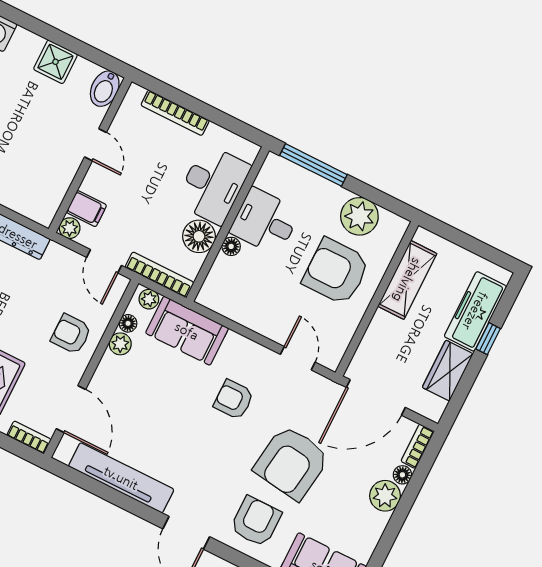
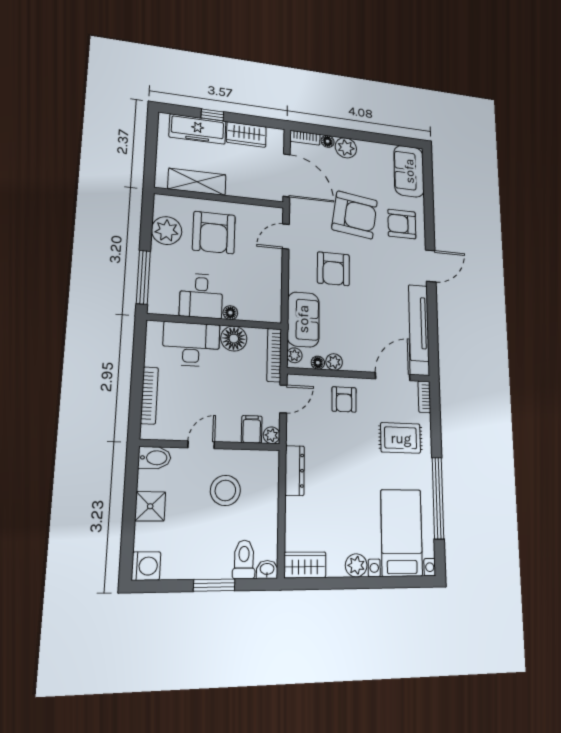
stool: (34, 148) -> (225, 490), added
armchair: (234, 400) -> (333, 269), width x1.38, depth x1.38

